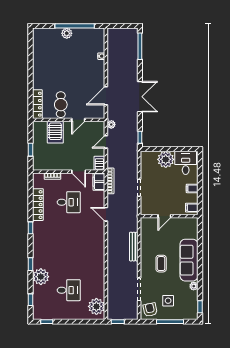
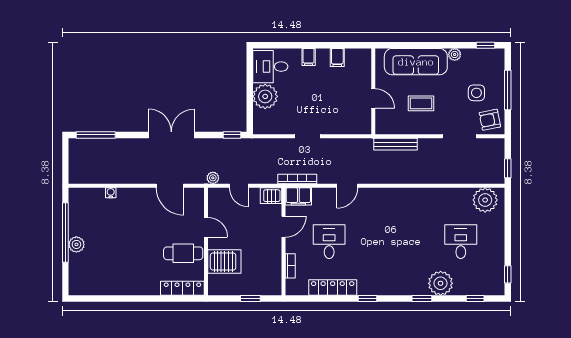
door: (164, 216) -> (373, 98), moved
wall: (169, 216) -> (373, 91), moved

